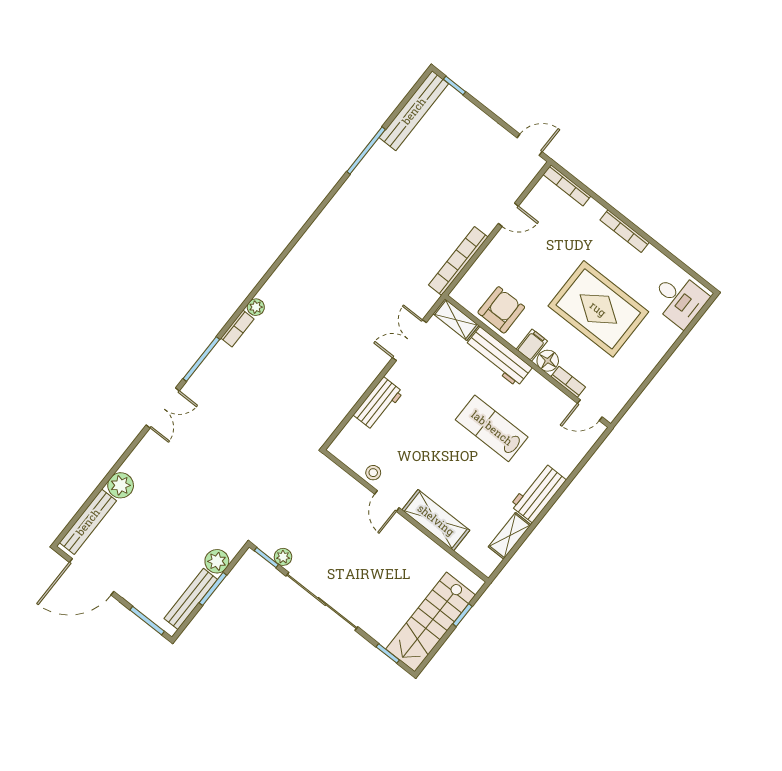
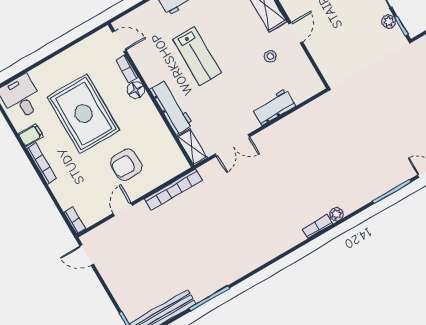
bookcase: (567, 185) -> (75, 221), width x0.64
door: (508, 215) -> (123, 209), hinge flipped
armchair: (501, 310) -> (126, 165), moved
bookcase: (237, 328) -> (318, 226), moved
filing cabinet: (532, 345) -> (31, 135), moved, turned 180
stool: (373, 473) -> (270, 56), moved

